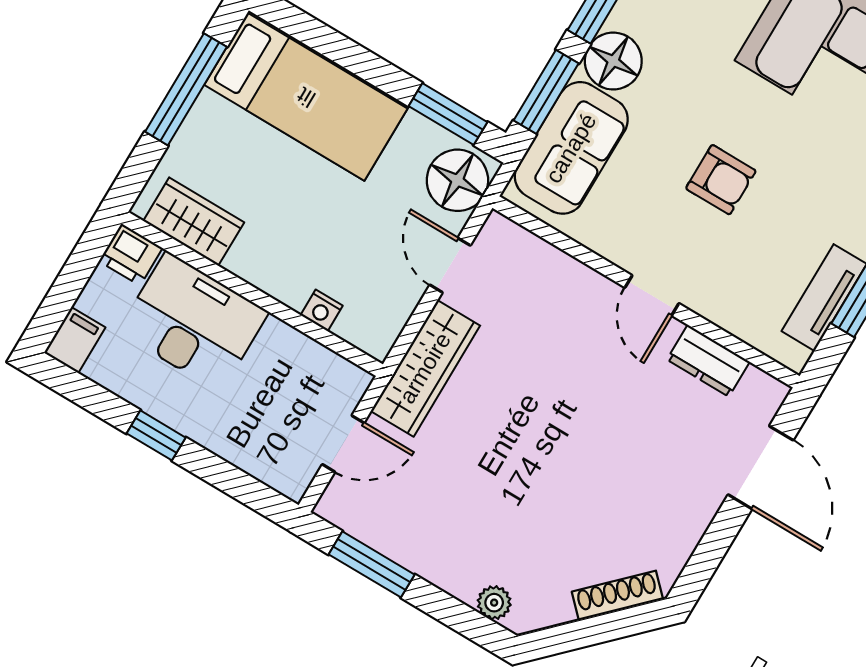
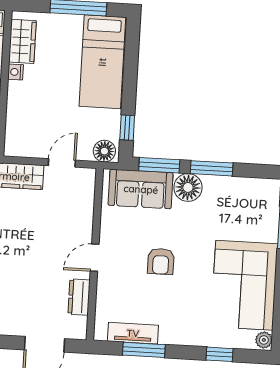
window: (448, 114) -> (127, 128), width x0.67
floor lamp: (457, 180) -> (104, 151), width x0.73, depth x0.73
nightstand: (322, 310) -> (16, 72), moved

